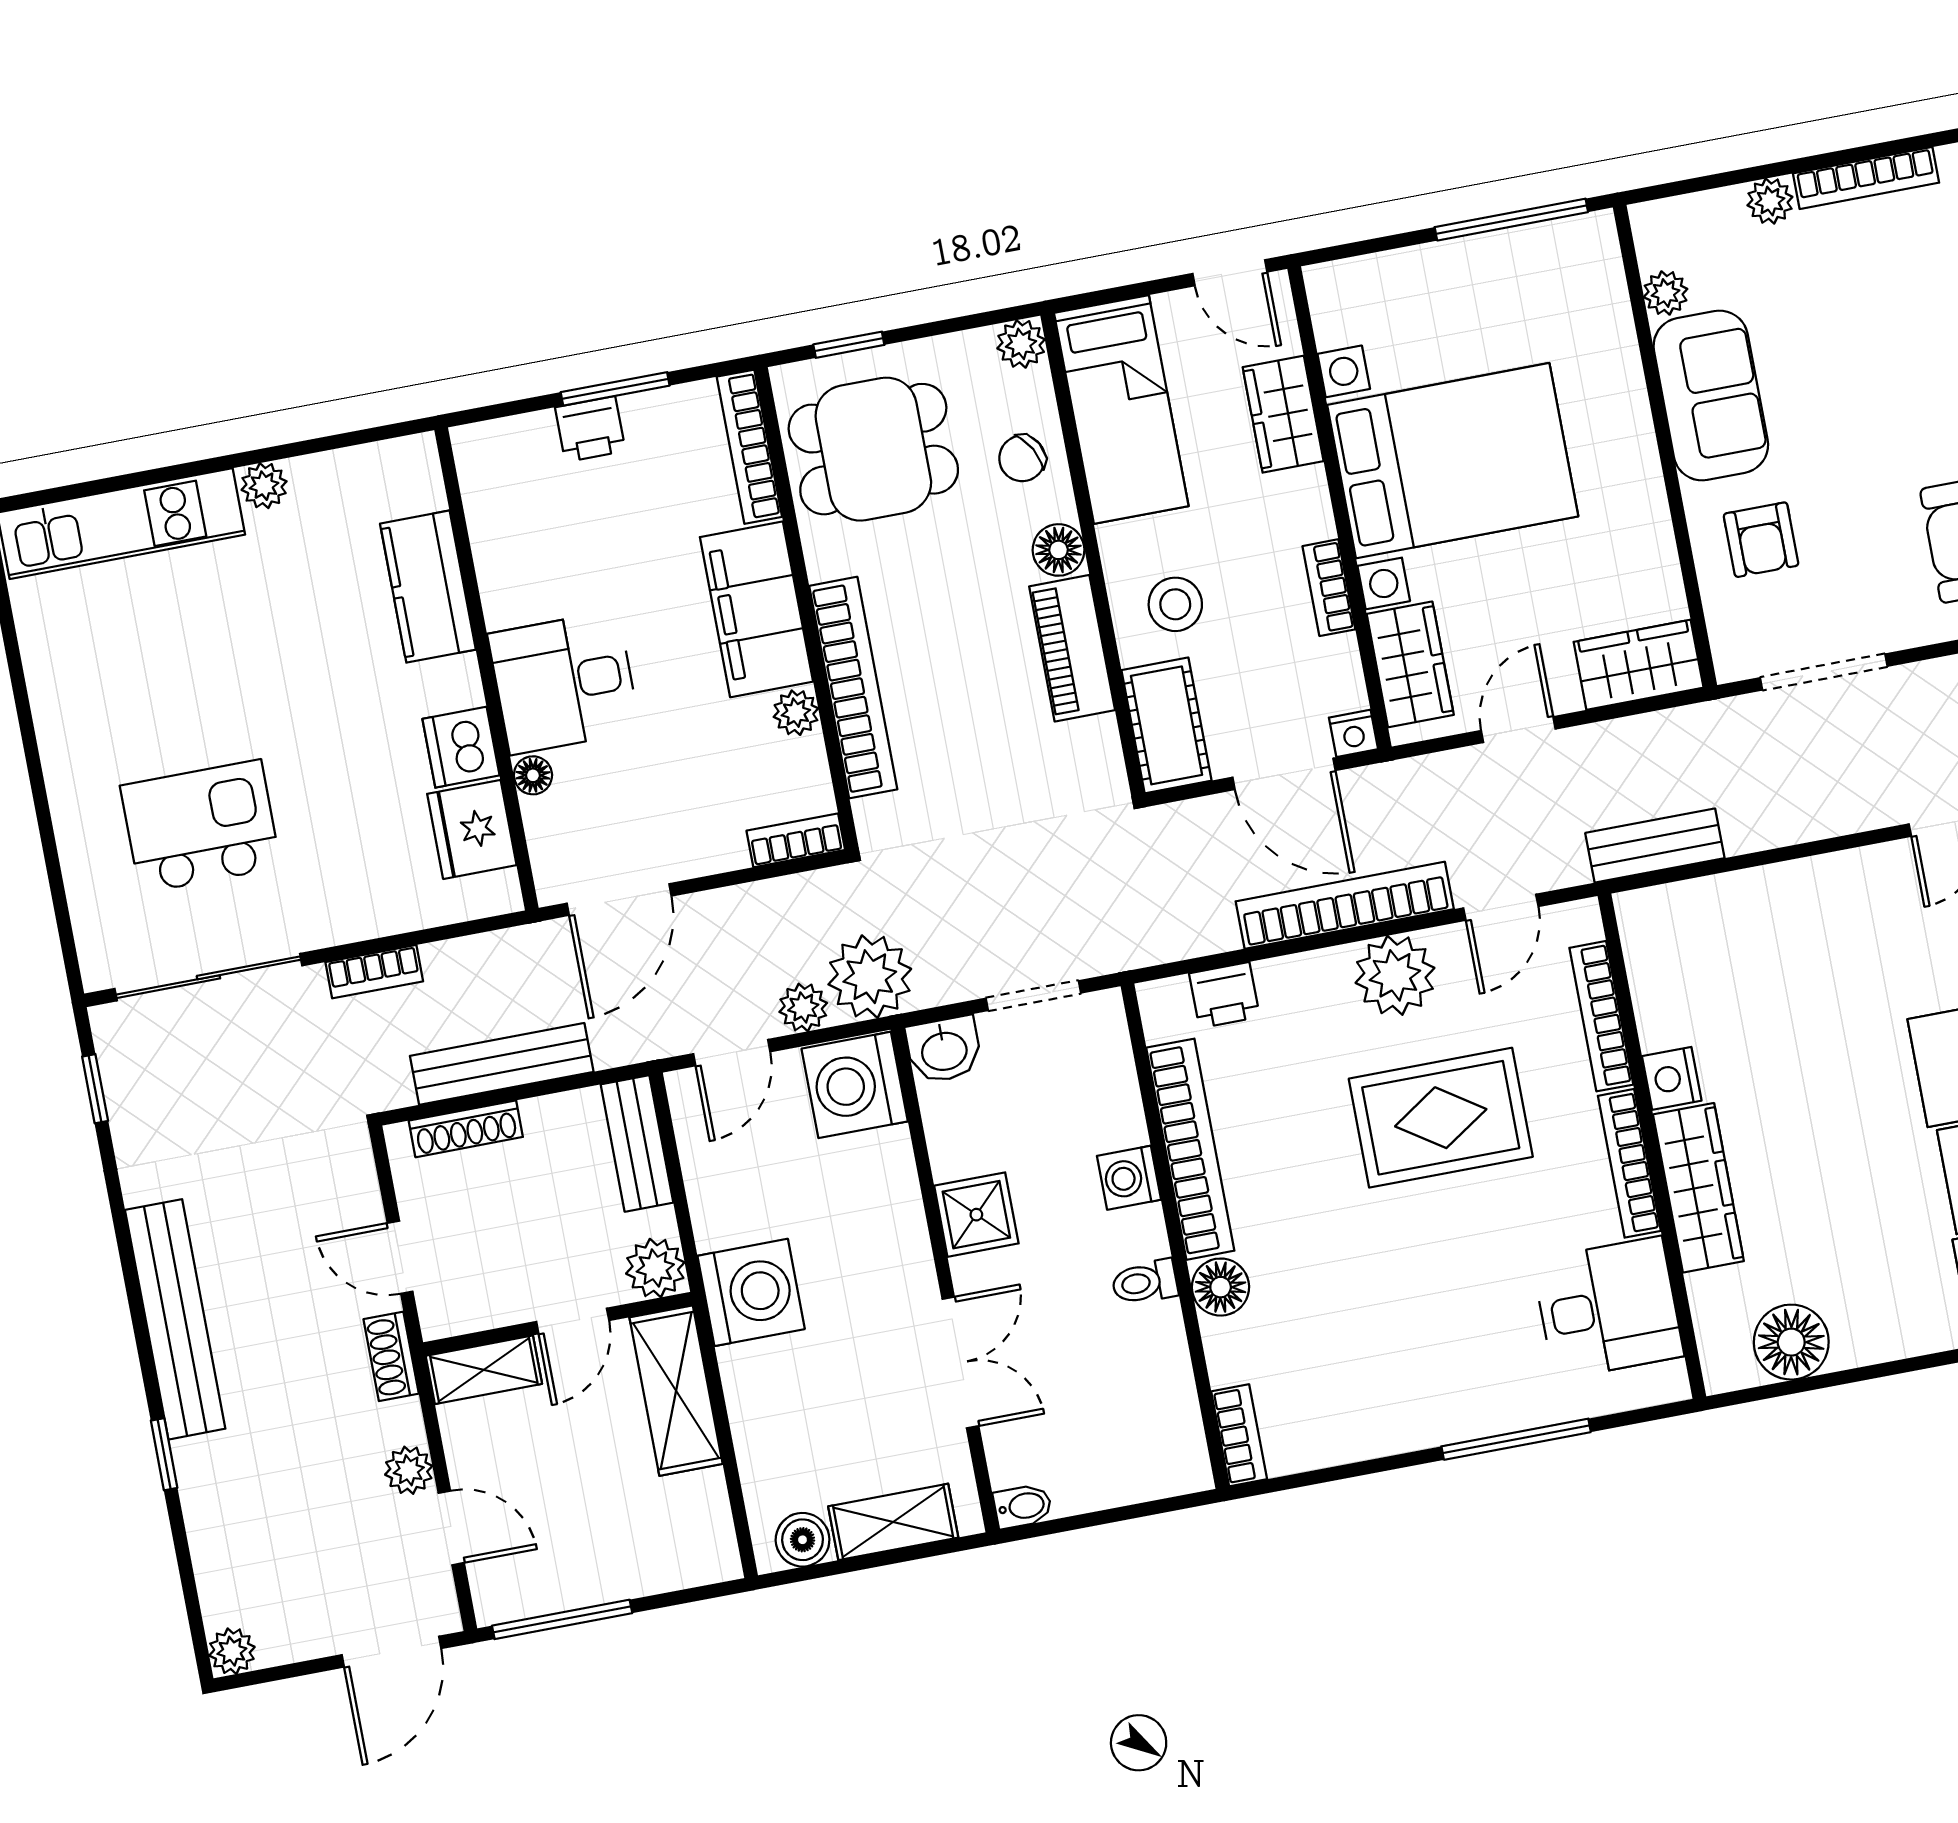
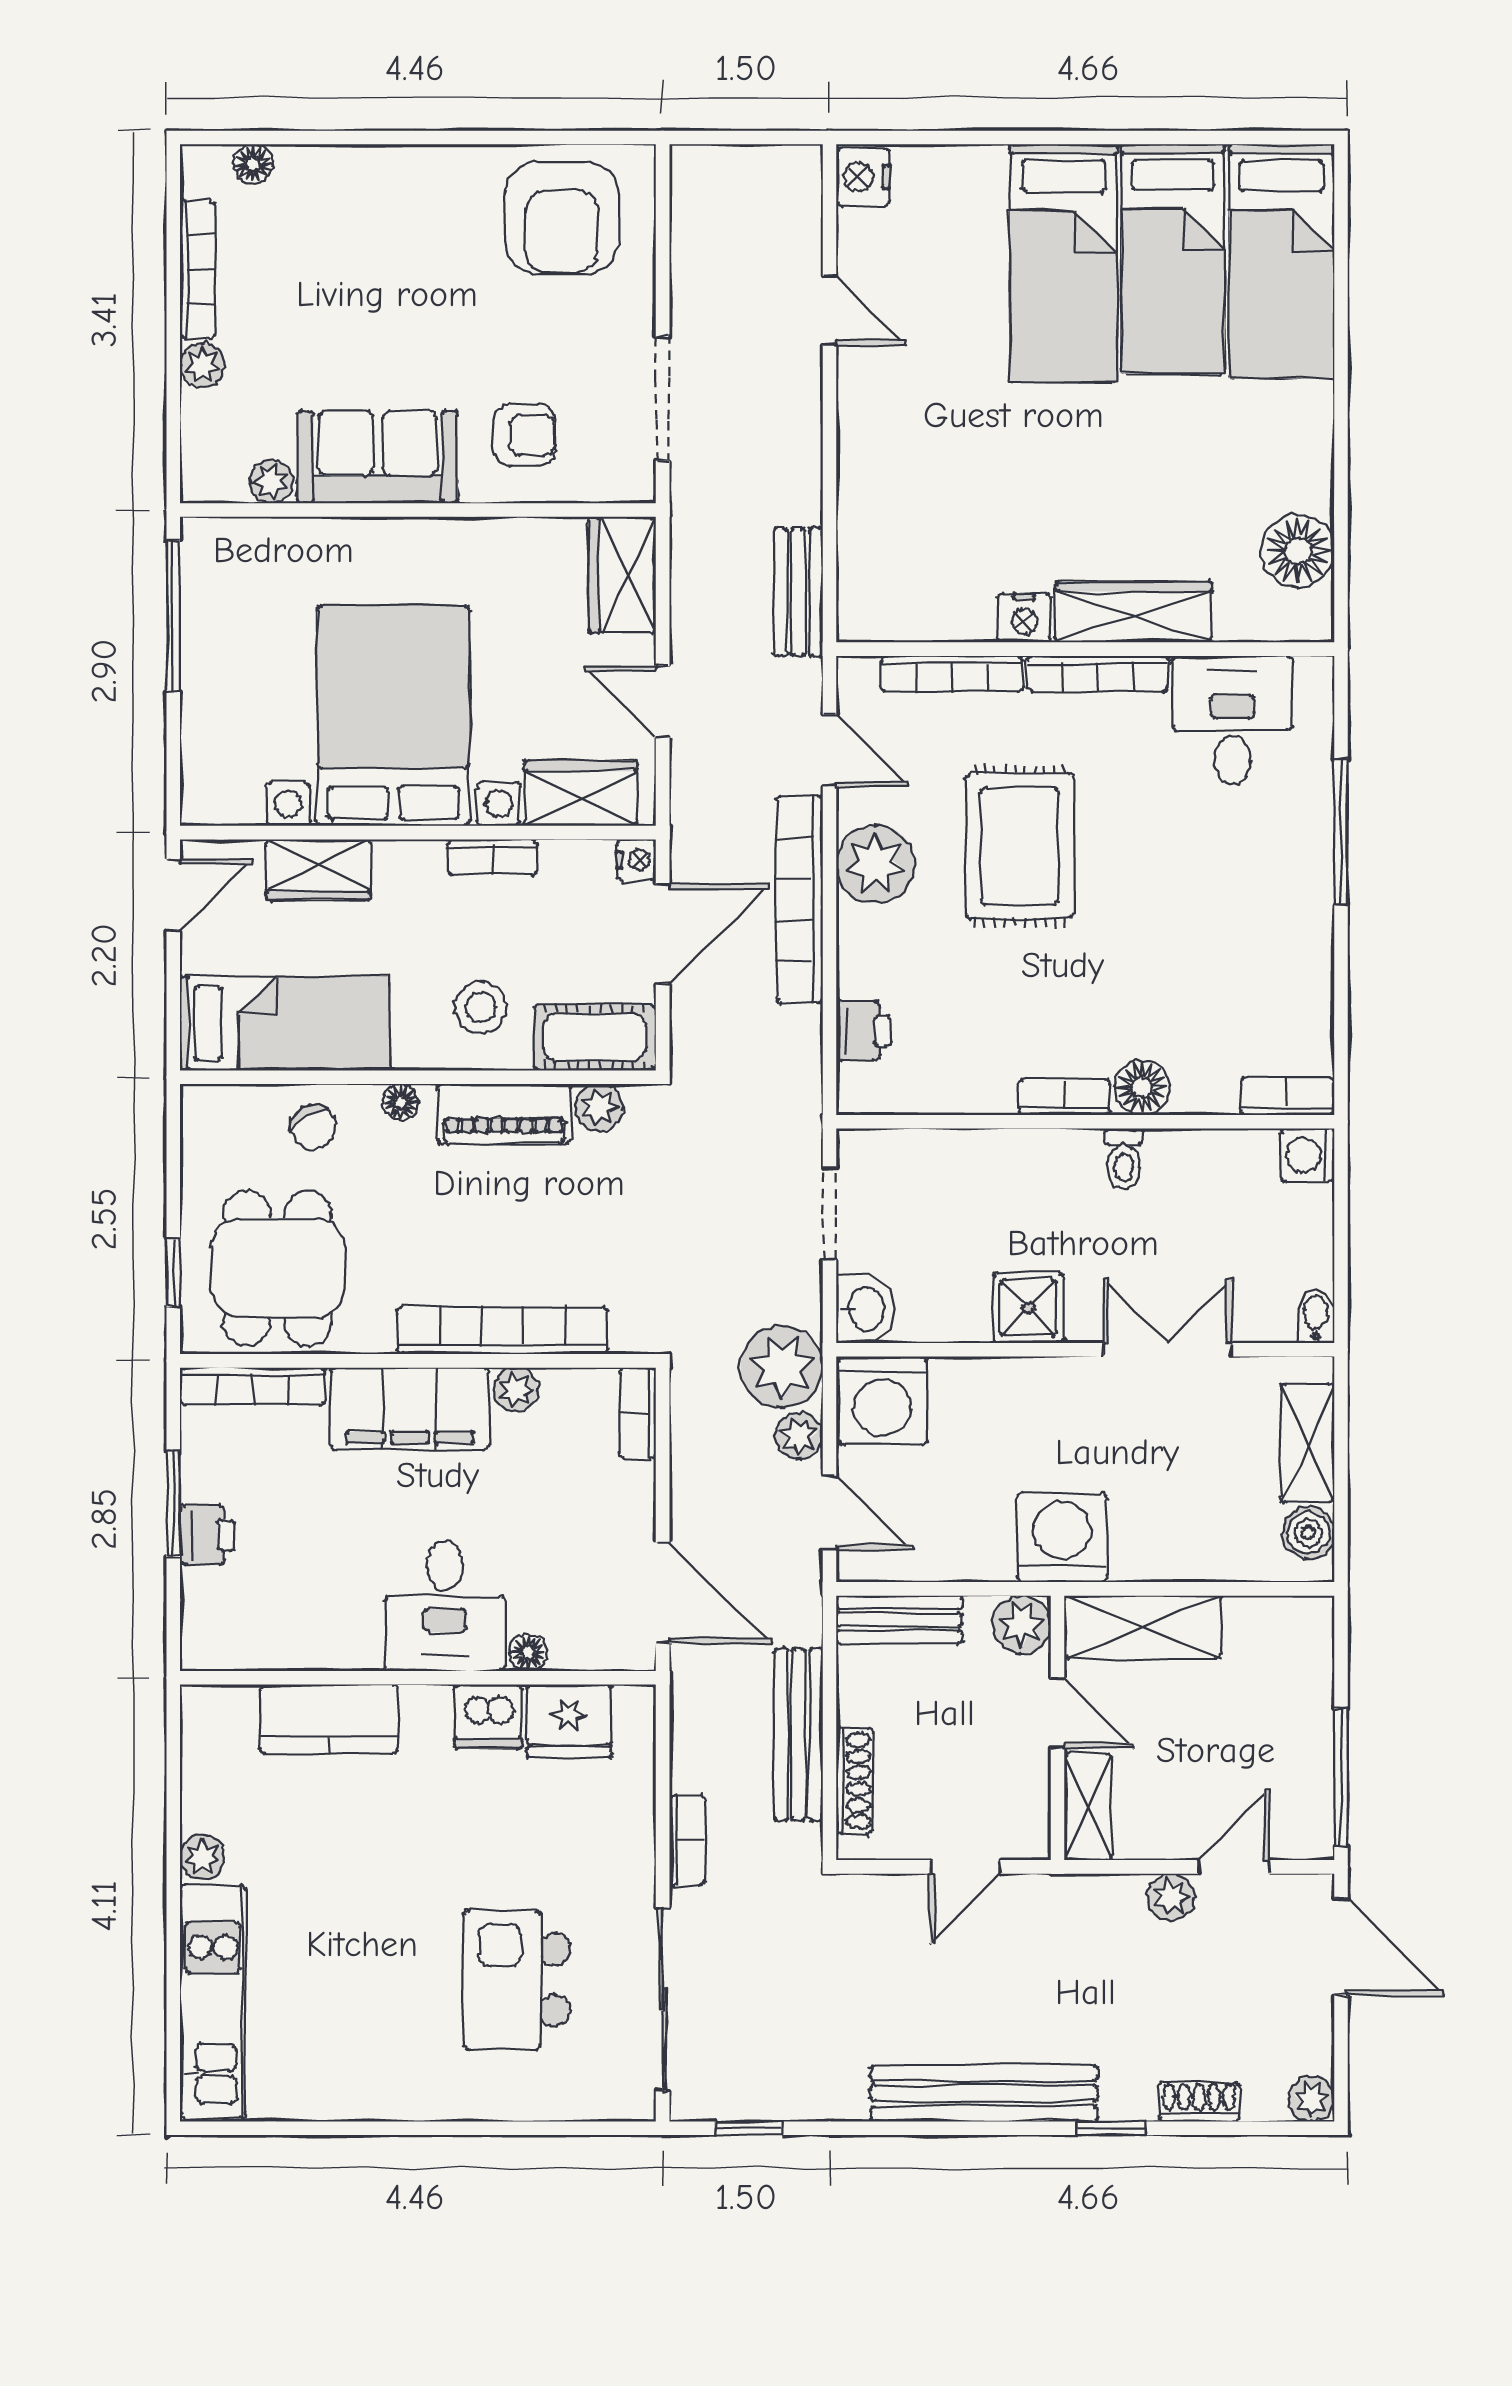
plant: (1021, 344) -> (599, 1108), moved
floor lamp: (1059, 550) -> (401, 1102), width x0.73, depth x0.73
bookcase: (1190, 1149) -> (1064, 1097), width x0.43, depth x0.76
washing machine: (1129, 1178) -> (1308, 1155), moved, turned 90
shoe rack: (391, 1356) -> (1199, 2102), moved, turned 180

